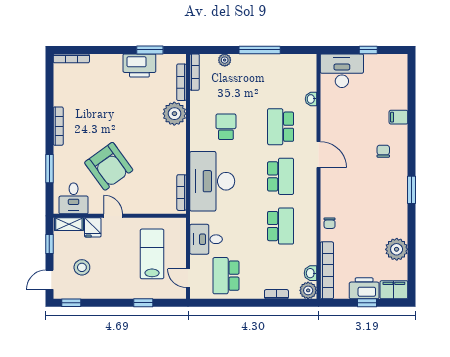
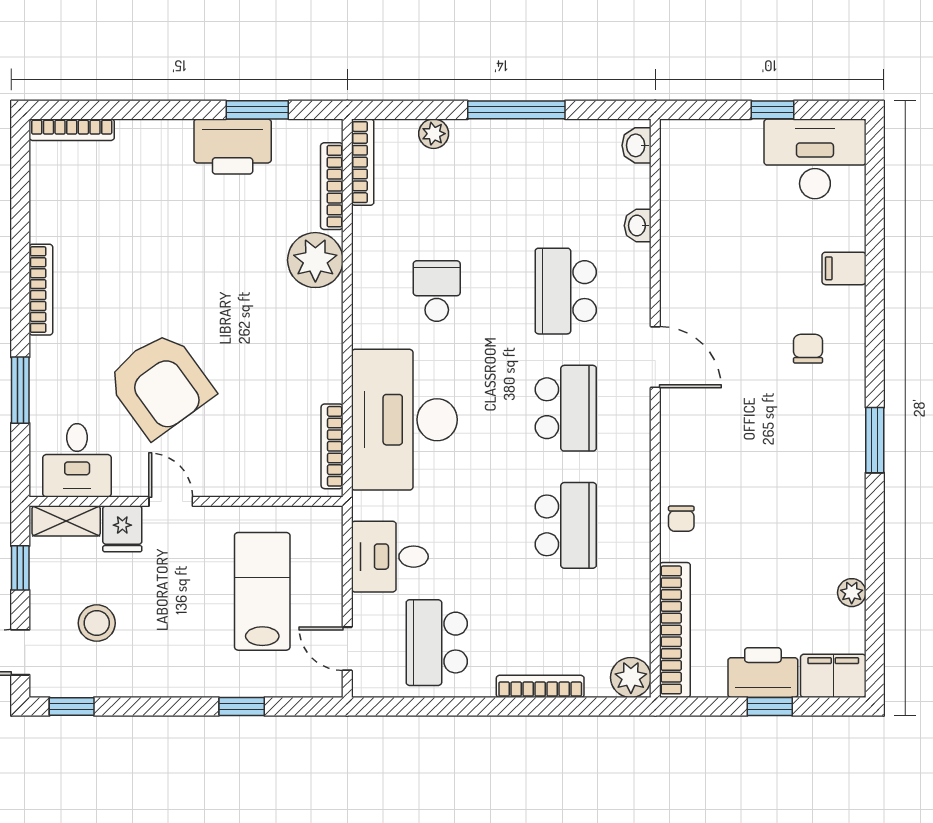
desk: (342, 71) -> (815, 159), moved
plant: (397, 249) -> (852, 593), width x0.53, depth x0.53
washbasin: (311, 273) -> (637, 145), moved
bookcase: (276, 294) -> (540, 686), width x1.56

